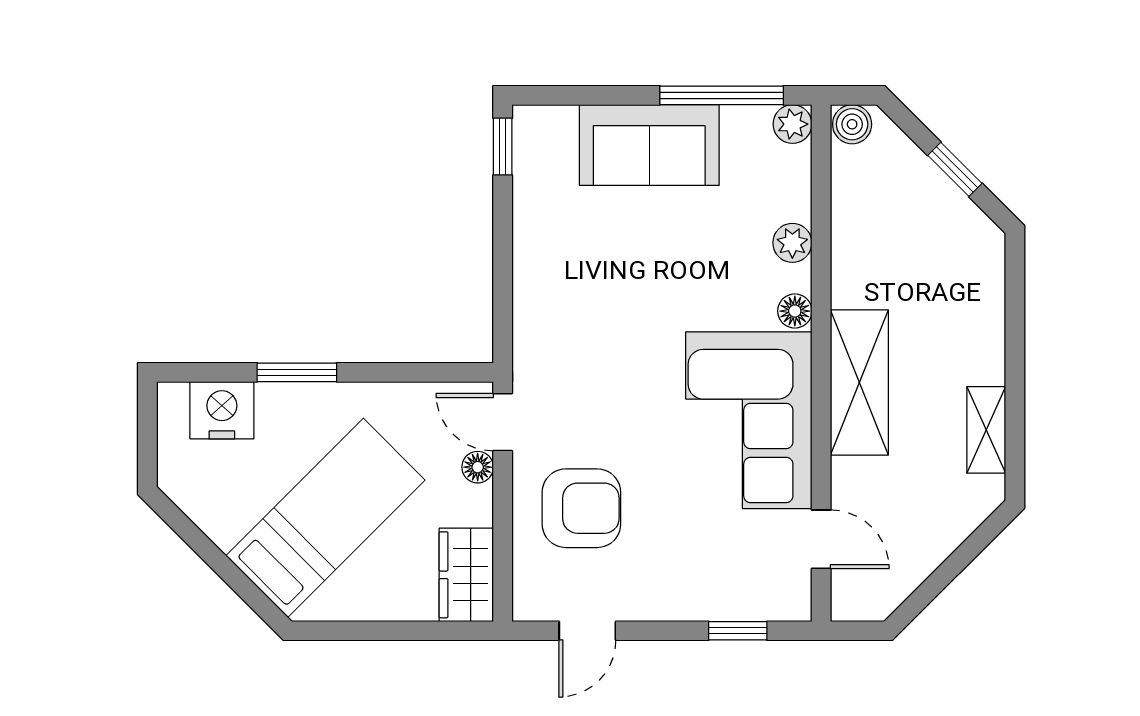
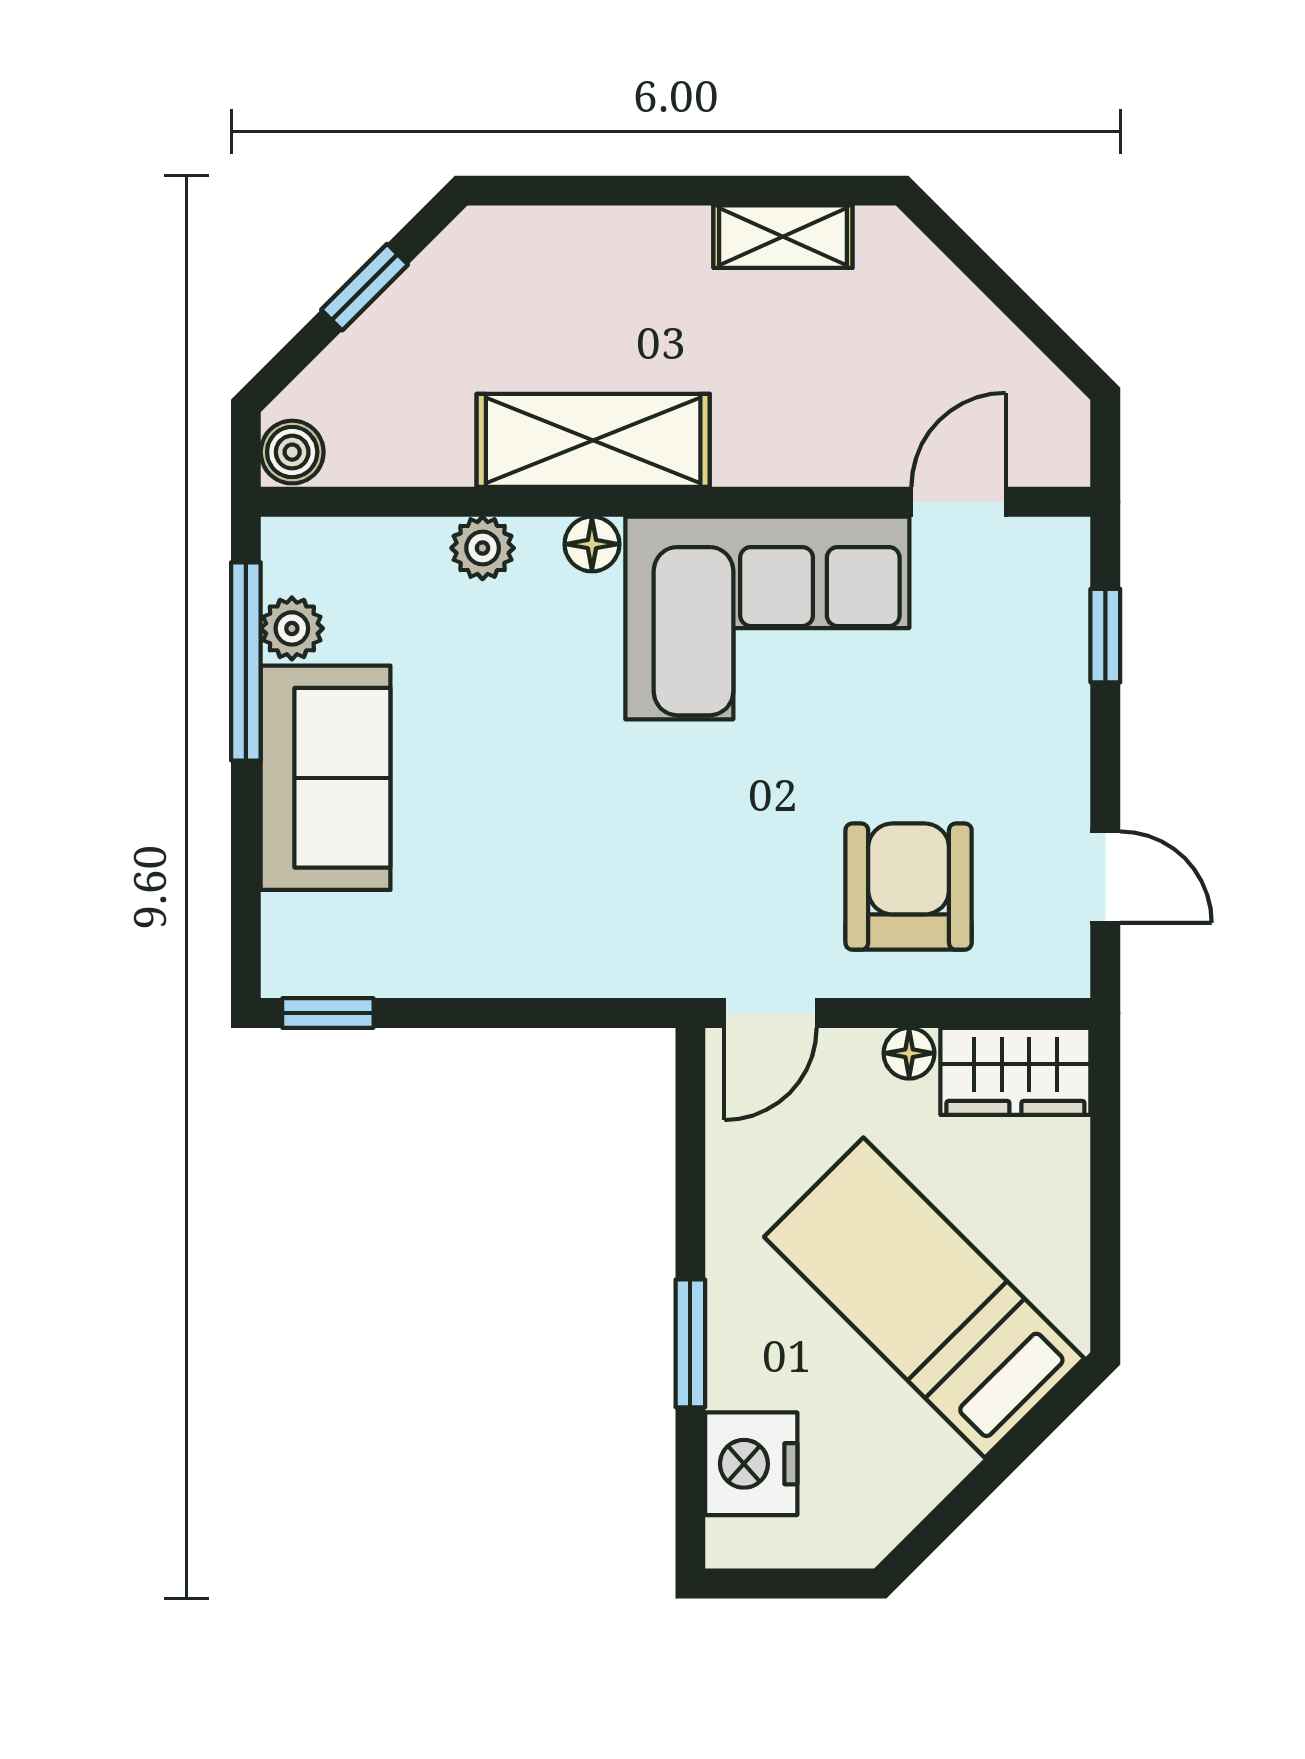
plant: (792, 124) -> (292, 628), moved
shelving: (859, 382) -> (593, 440), moved
floor lamp: (478, 467) -> (909, 1053), moved

